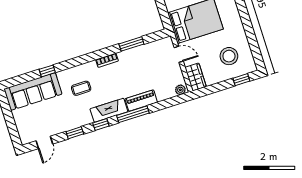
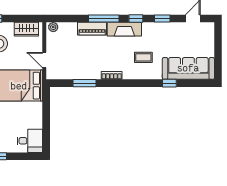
wardrobe: (196, 77) -> (26, 29), moved, turned -90

